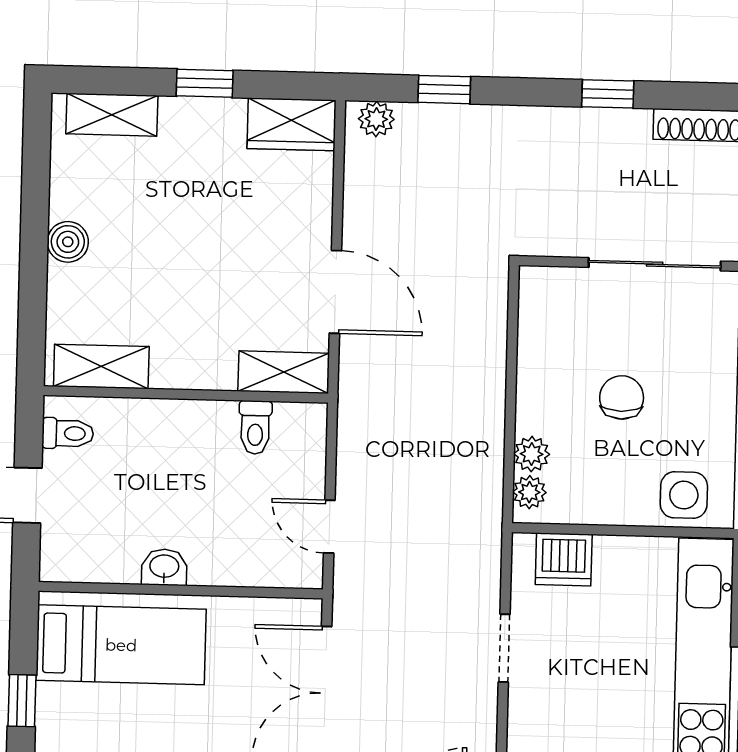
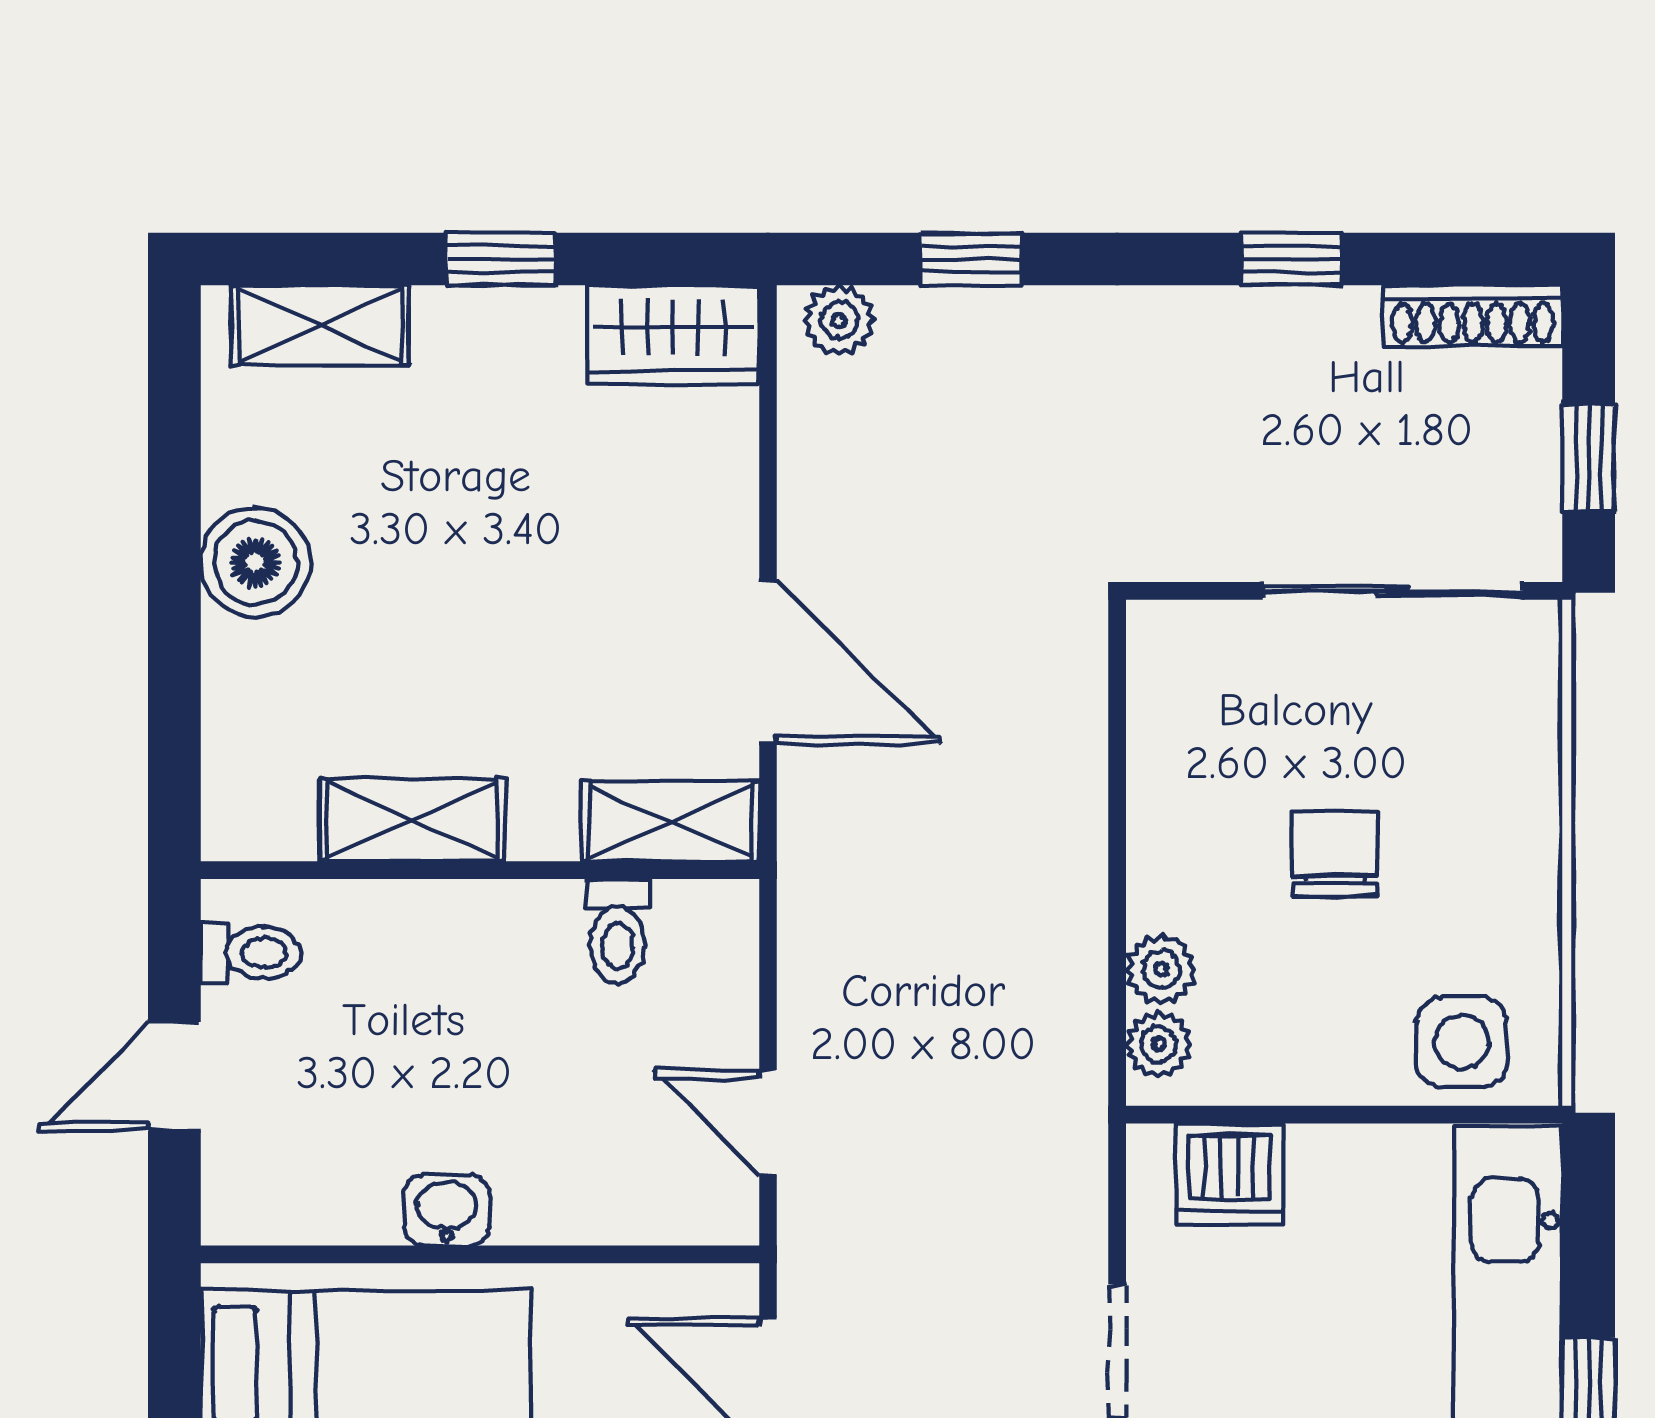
boiler: (68, 242) -> (255, 562), width x1.36, depth x1.36
shelving: (101, 366) -> (412, 820), moved

